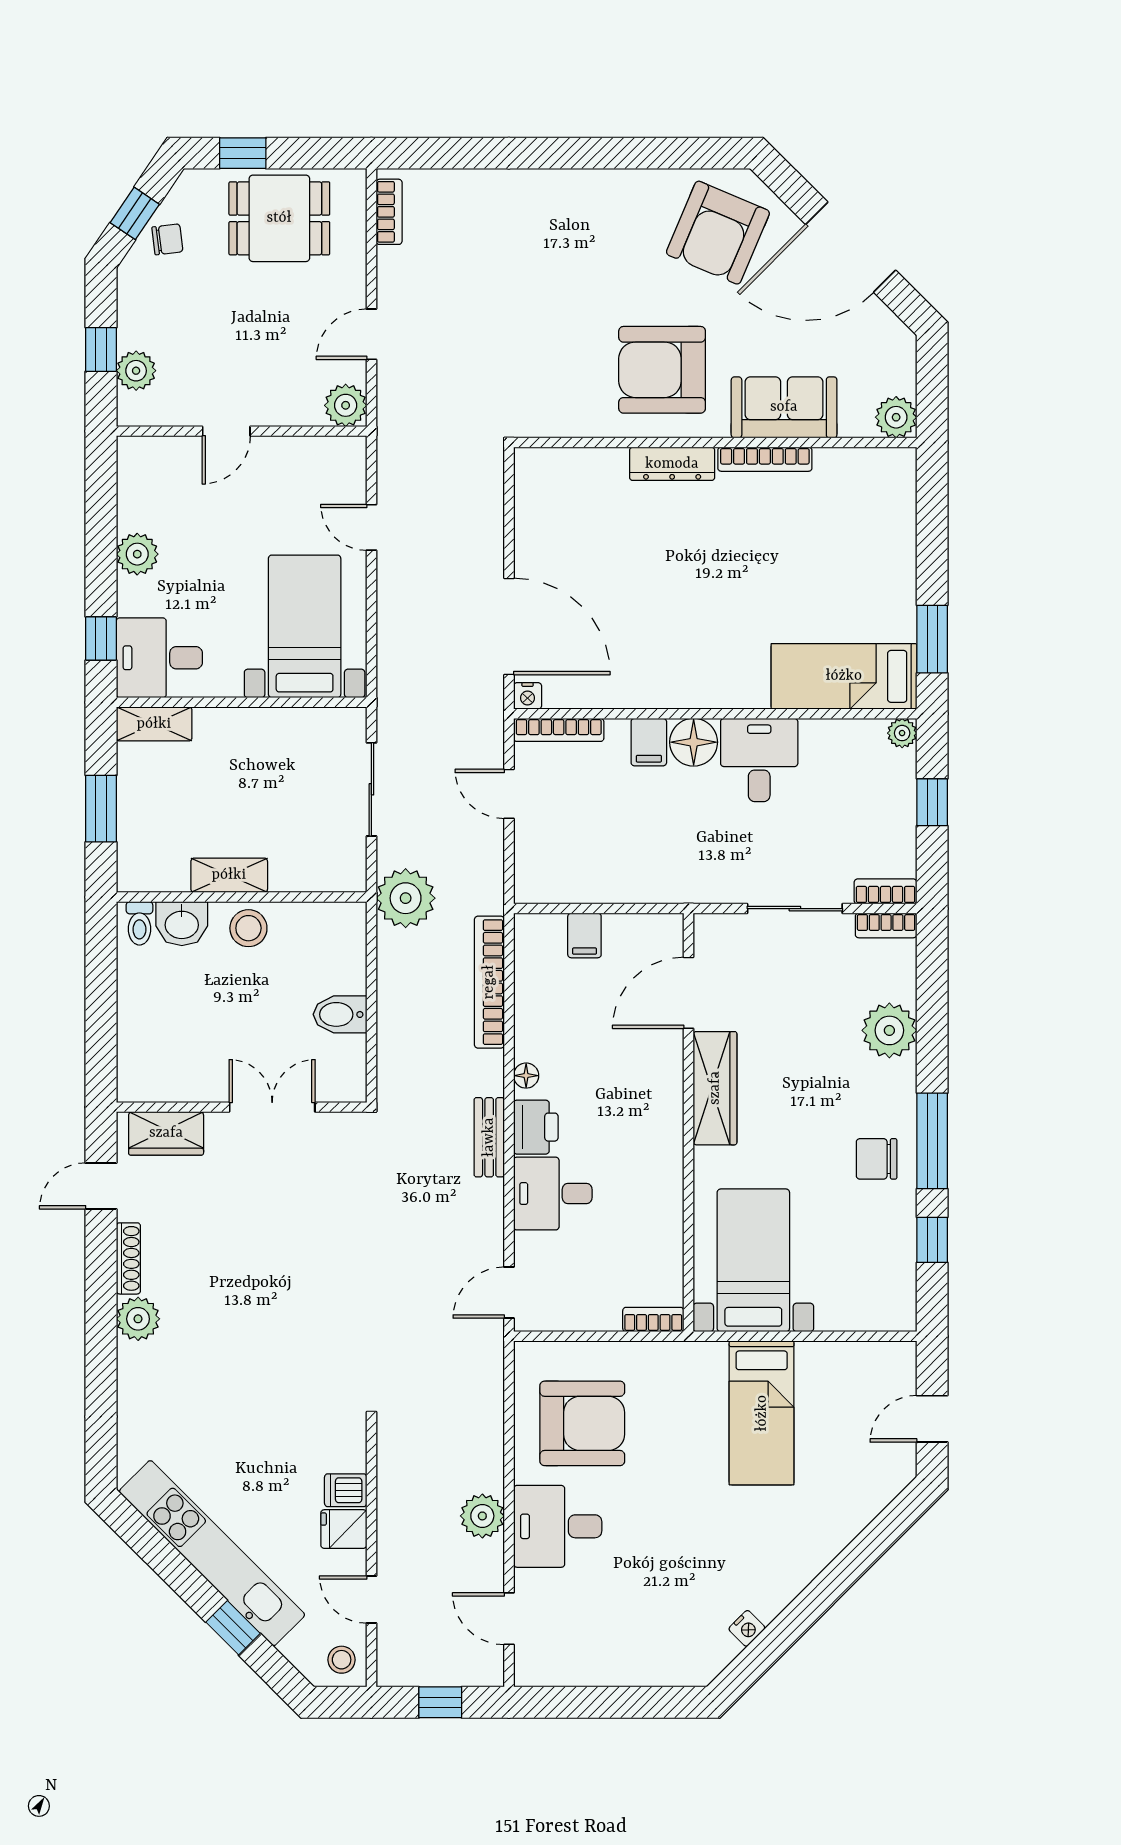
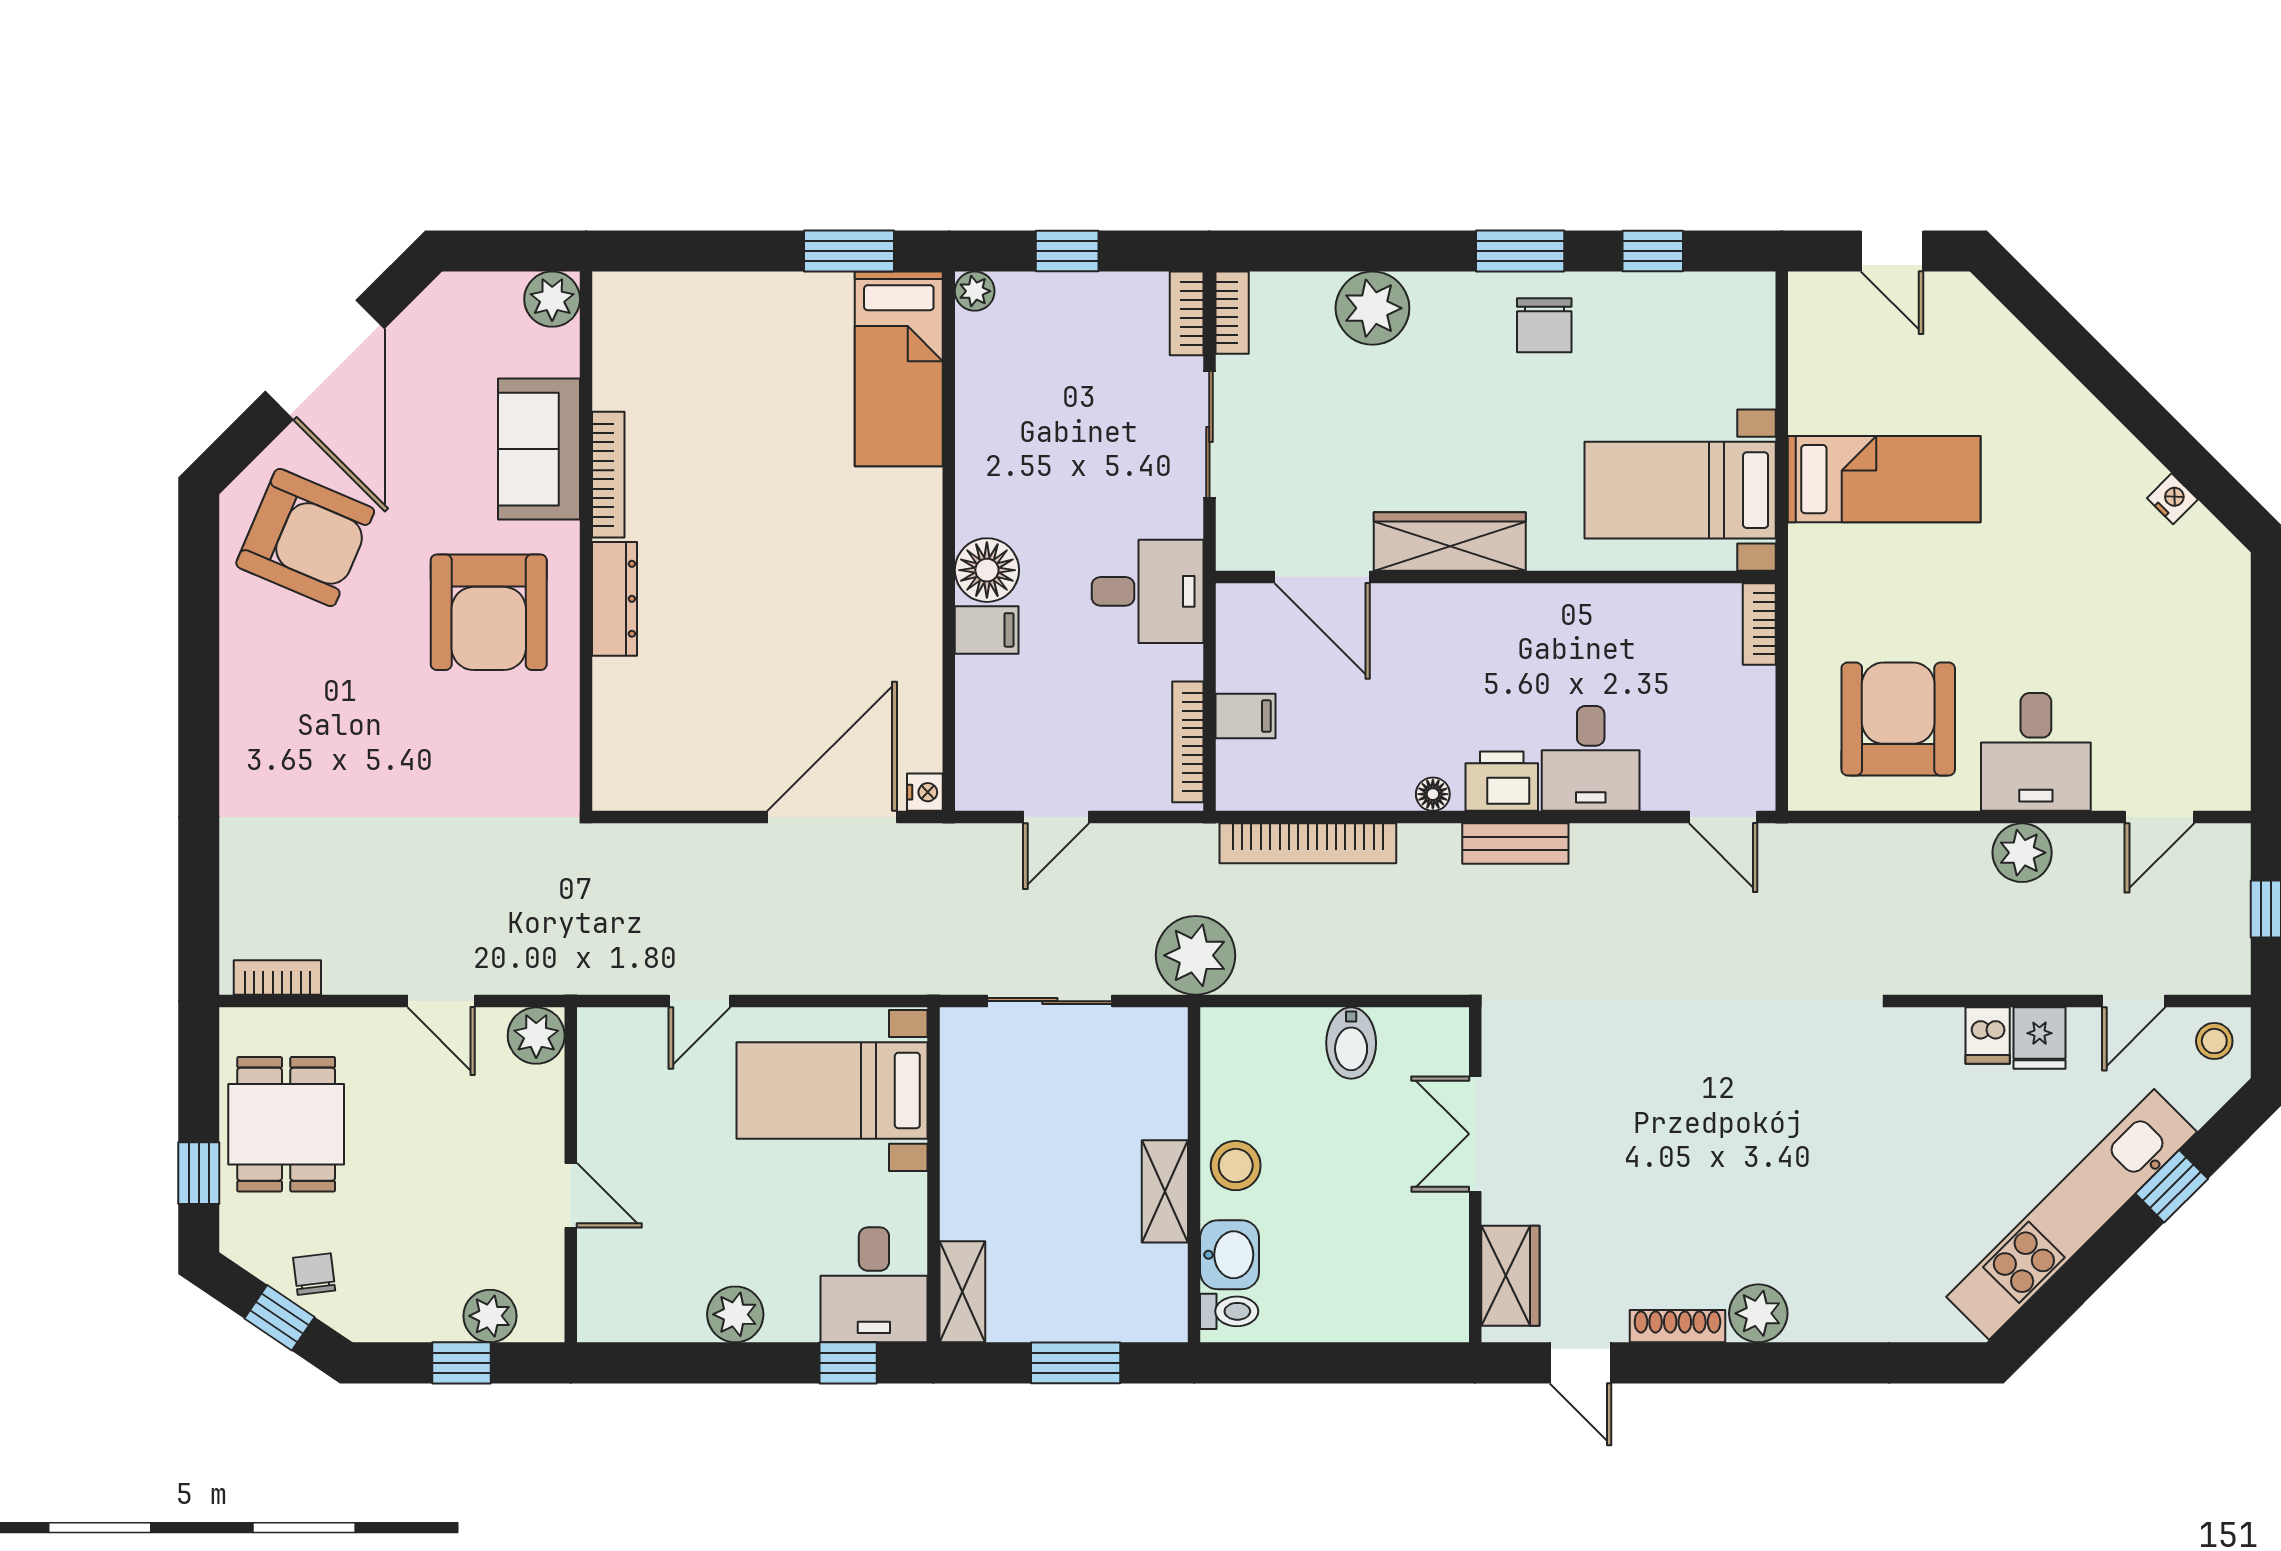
bookcase: (559, 730) -> (1188, 742), moved, turned 180
desk: (759, 760) -> (1148, 591), moved, turned 180
window: (932, 1141) -> (1520, 251), width x0.69

